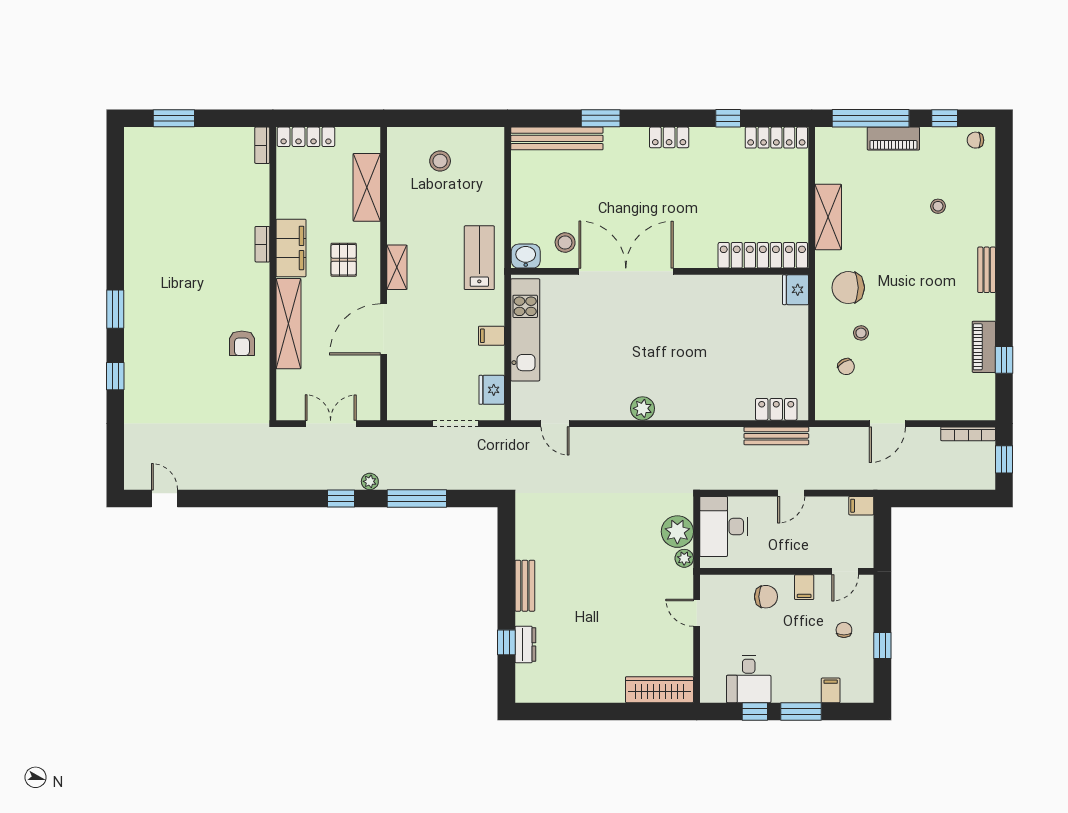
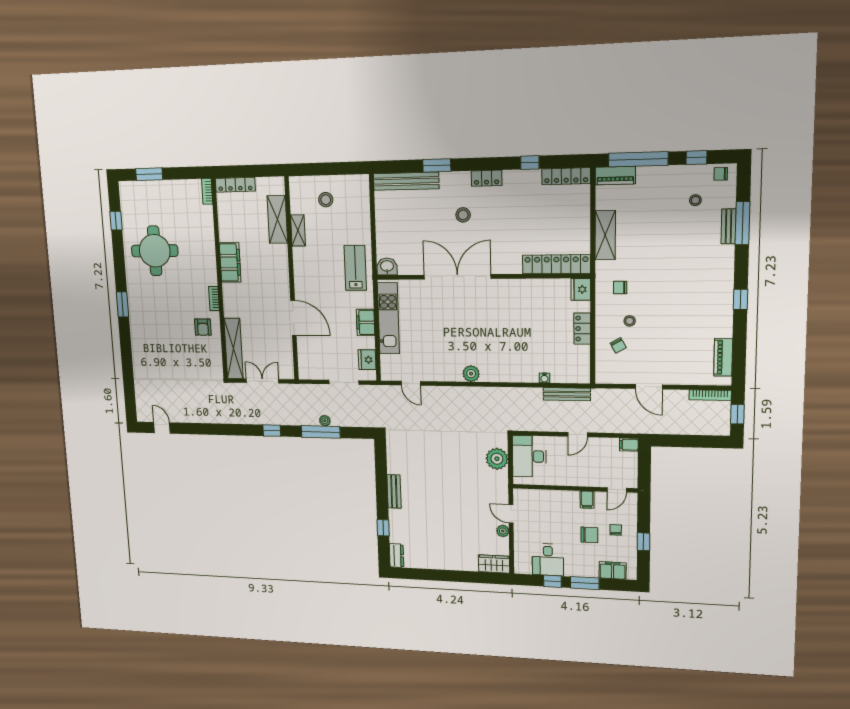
piano: (893, 139) -> (615, 176), moved
window: (1004, 204) -> (742, 223), added
stool: (938, 206) -> (695, 200), moved
round table: (174, 230) -> (155, 251), added
stool: (565, 242) -> (463, 215), moved
bookcase: (262, 244) -> (214, 299), moved
pallet: (344, 260) -> (265, 270), removed
shelving: (397, 267) -> (298, 230), moved
bench: (987, 270) -> (728, 226), moved
chair: (848, 288) -> (620, 288), width x0.54, depth x0.54
shelving: (288, 324) -> (234, 348), moved
door: (384, 329) -> (293, 318), swing flipped
filing cabinet: (491, 336) -> (366, 322), width x2.00
piano: (984, 347) -> (723, 357), moved
window: (1004, 360) -> (740, 299), moved
window: (115, 376) -> (116, 221), moved
locker: (776, 409) -> (582, 329), moved, turned -90
water cooler: (746, 413) -> (544, 378), added
door: (887, 424) -> (649, 387), hinge flipped
plant: (370, 481) -> (325, 421), moved
plant: (684, 558) -> (503, 531), moved
chair: (766, 597) -> (589, 535), moved
dresser: (525, 644) -> (397, 556), moved
wardrobe: (659, 690) -> (494, 564), width x0.67
filing cabinet: (831, 690) -> (613, 570), width x2.00

